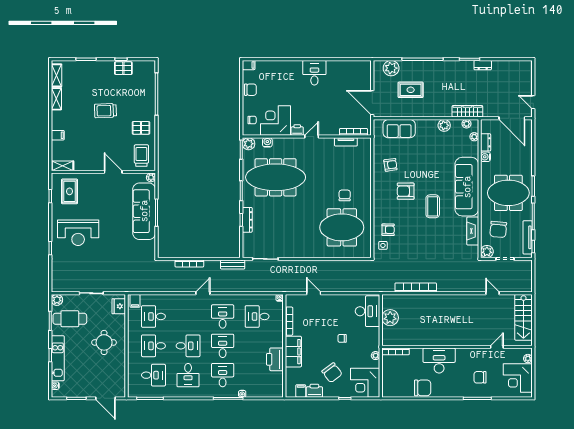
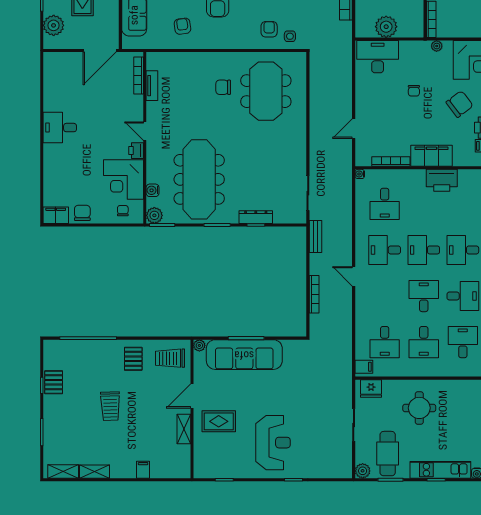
filing cabinet: (249, 65) -> (56, 215), width x2.00
shelving: (62, 166) -> (184, 429), moved
rug: (70, 191) -> (219, 421), moved

